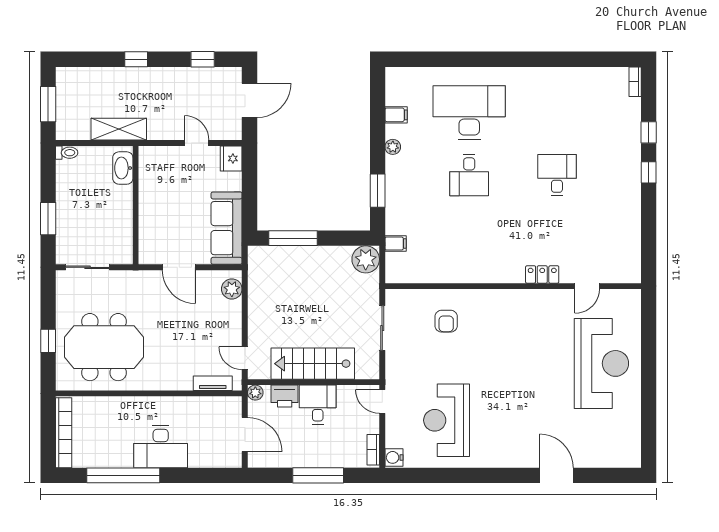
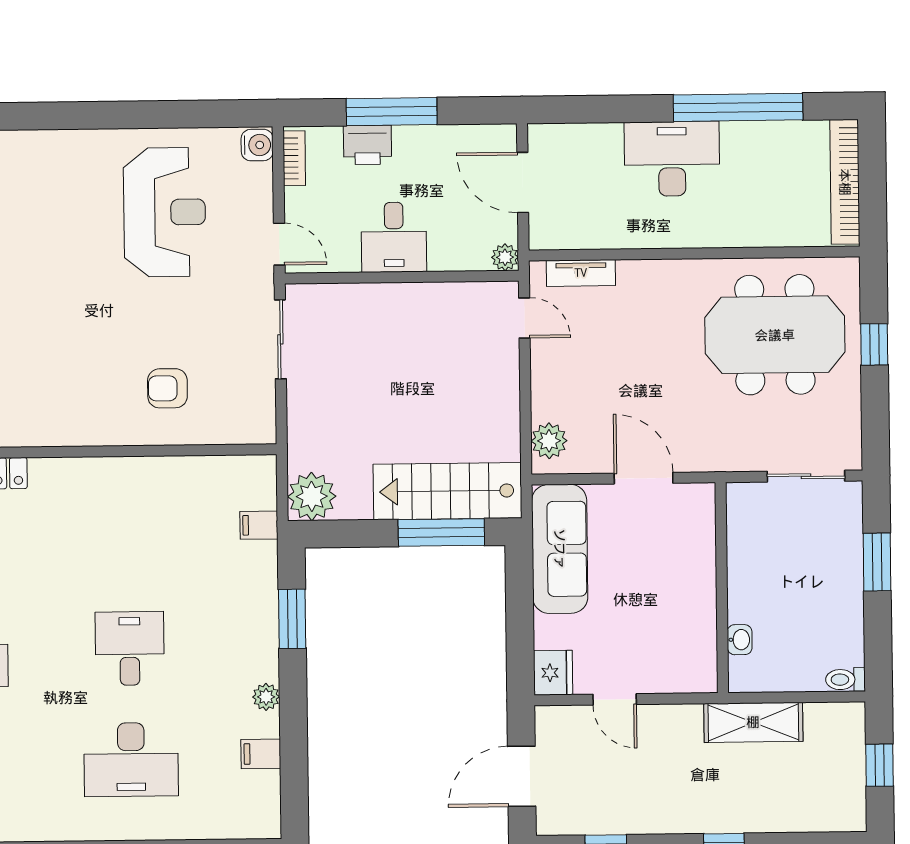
window: (48, 104) -> (879, 765), width x0.67
desk: (469, 113) -> (131, 760), width x0.73, depth x0.77
washbasin: (123, 168) -> (740, 640), width x0.52, depth x0.69
armchair: (446, 321) -> (167, 388), turned -90
sliding door: (382, 328) -> (280, 339), moved
stairs: (313, 364) -> (447, 491), moved, turned 180
printer: (285, 396) -> (368, 145), moved, turned 180

